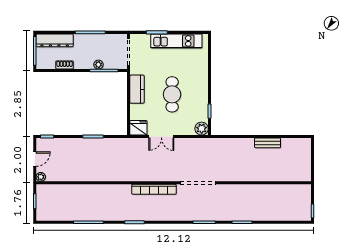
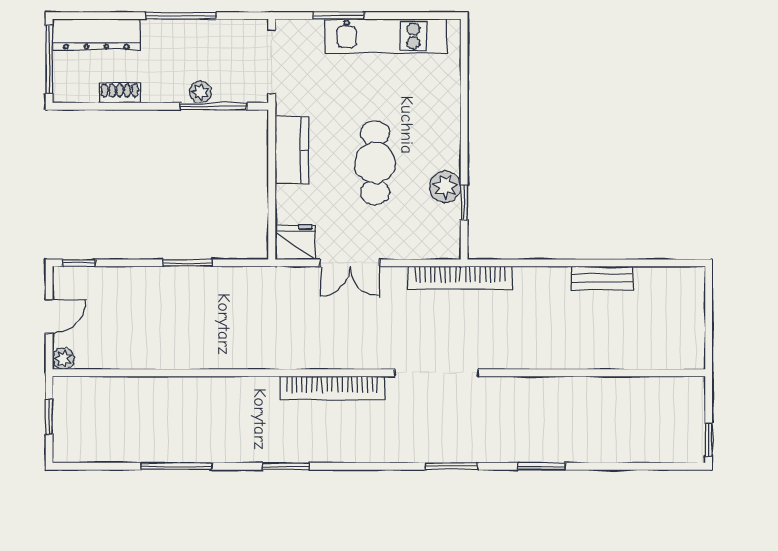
plant: (202, 129) -> (445, 187), moved
bookcase: (208, 143) -> (460, 278), added

